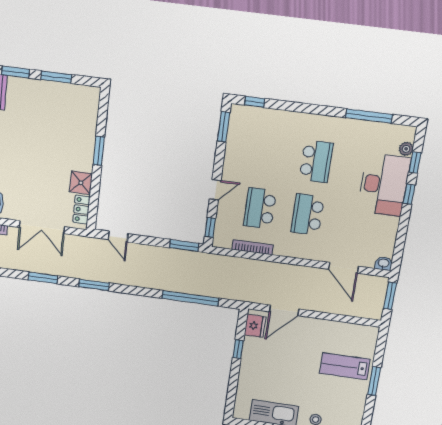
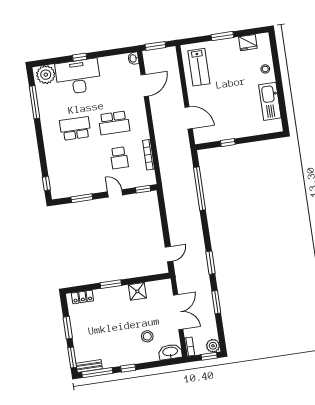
window: (224, 127) -> (82, 198), moved
plant: (406, 149) -> (46, 75), width x1.88, depth x1.88
window: (415, 162) -> (57, 61), removed
stool: (20, 179) -> (147, 336), added
school desk: (260, 208) -> (119, 158), width x0.54
locker: (81, 210) -> (82, 297), moved
window: (184, 246) -> (162, 204), removed
fridge: (255, 326) -> (248, 43), moved, turned 180
lab bench: (345, 366) -> (199, 67), moved

